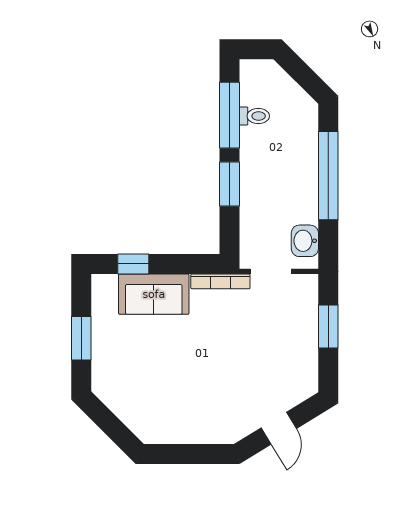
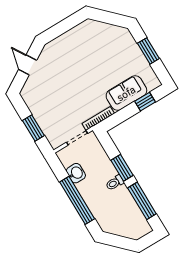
toilet: (254, 116) -> (115, 183), moved
washbasin: (305, 241) -> (76, 173), moved

